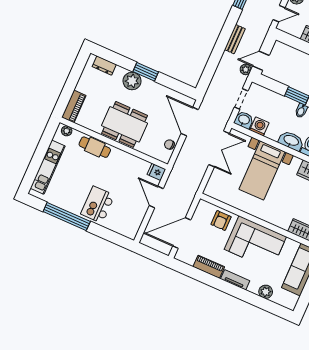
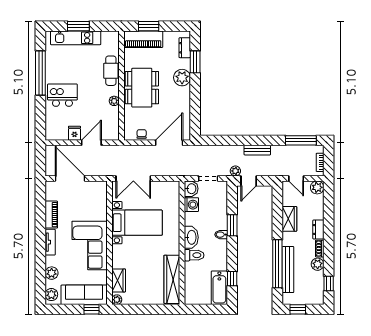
door: (261, 61) -> (249, 181), swing flipped
window: (146, 72) -> (195, 62), moved
window: (68, 91) -> (149, 26), added
piano: (74, 106) -> (143, 39), width x1.37, depth x1.33
plant: (67, 131) -> (114, 101), moved
double door: (219, 149) -> (133, 178), moved
window: (37, 159) -> (78, 26), added
bed with nightstands: (262, 170) -> (137, 223), moved, turned 180
fridge: (156, 172) -> (74, 133), moved
armchair: (221, 221) -> (96, 207), removed
plant: (286, 301) -> (51, 295), added

